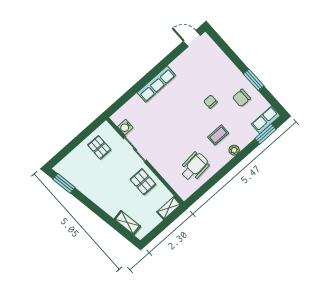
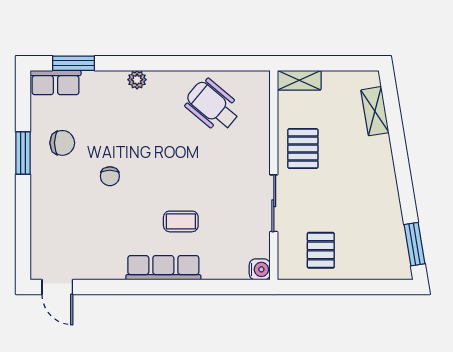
water cooler: (125, 127) -> (260, 269), moved
coffee table: (218, 135) -> (181, 221), moved
wheelchair: (194, 167) -> (213, 106), turned 45

